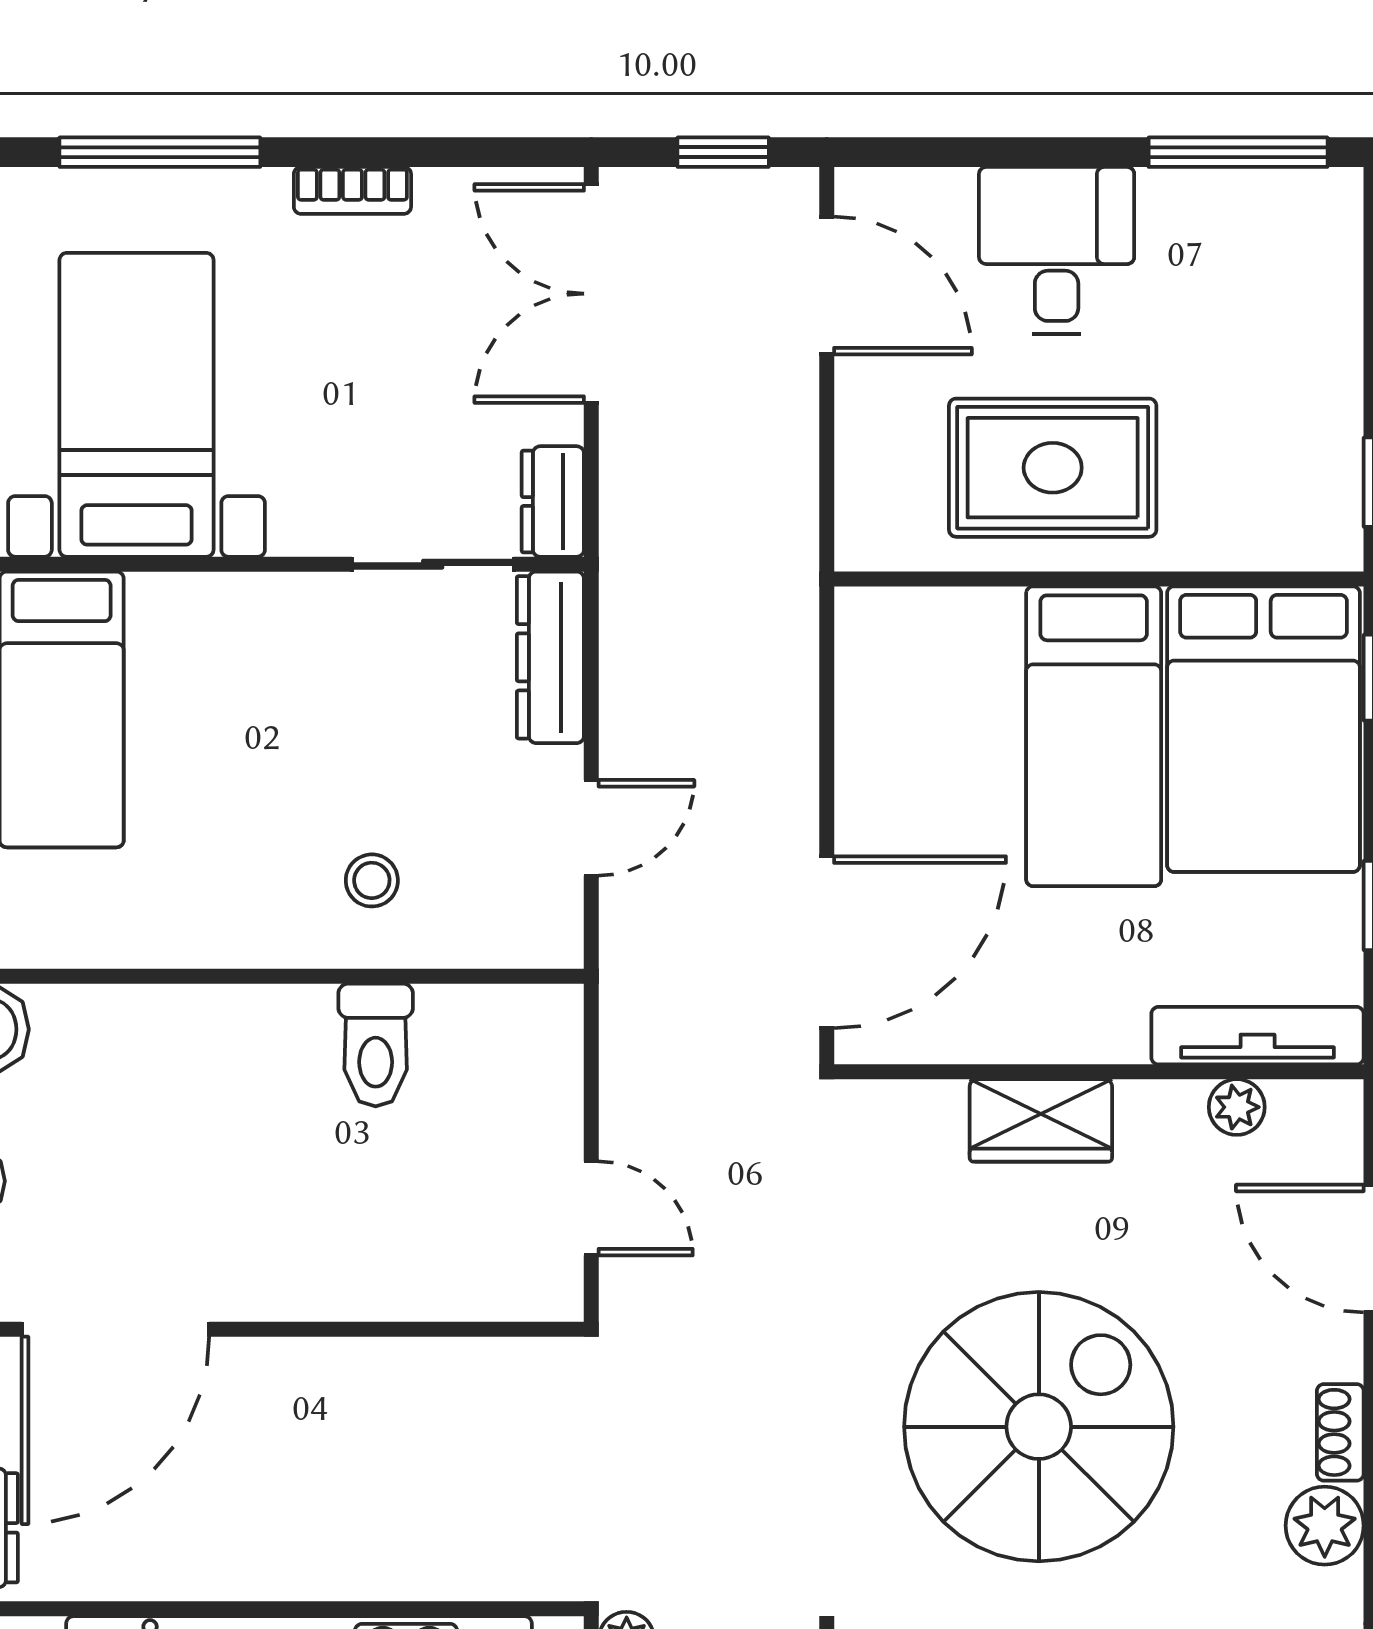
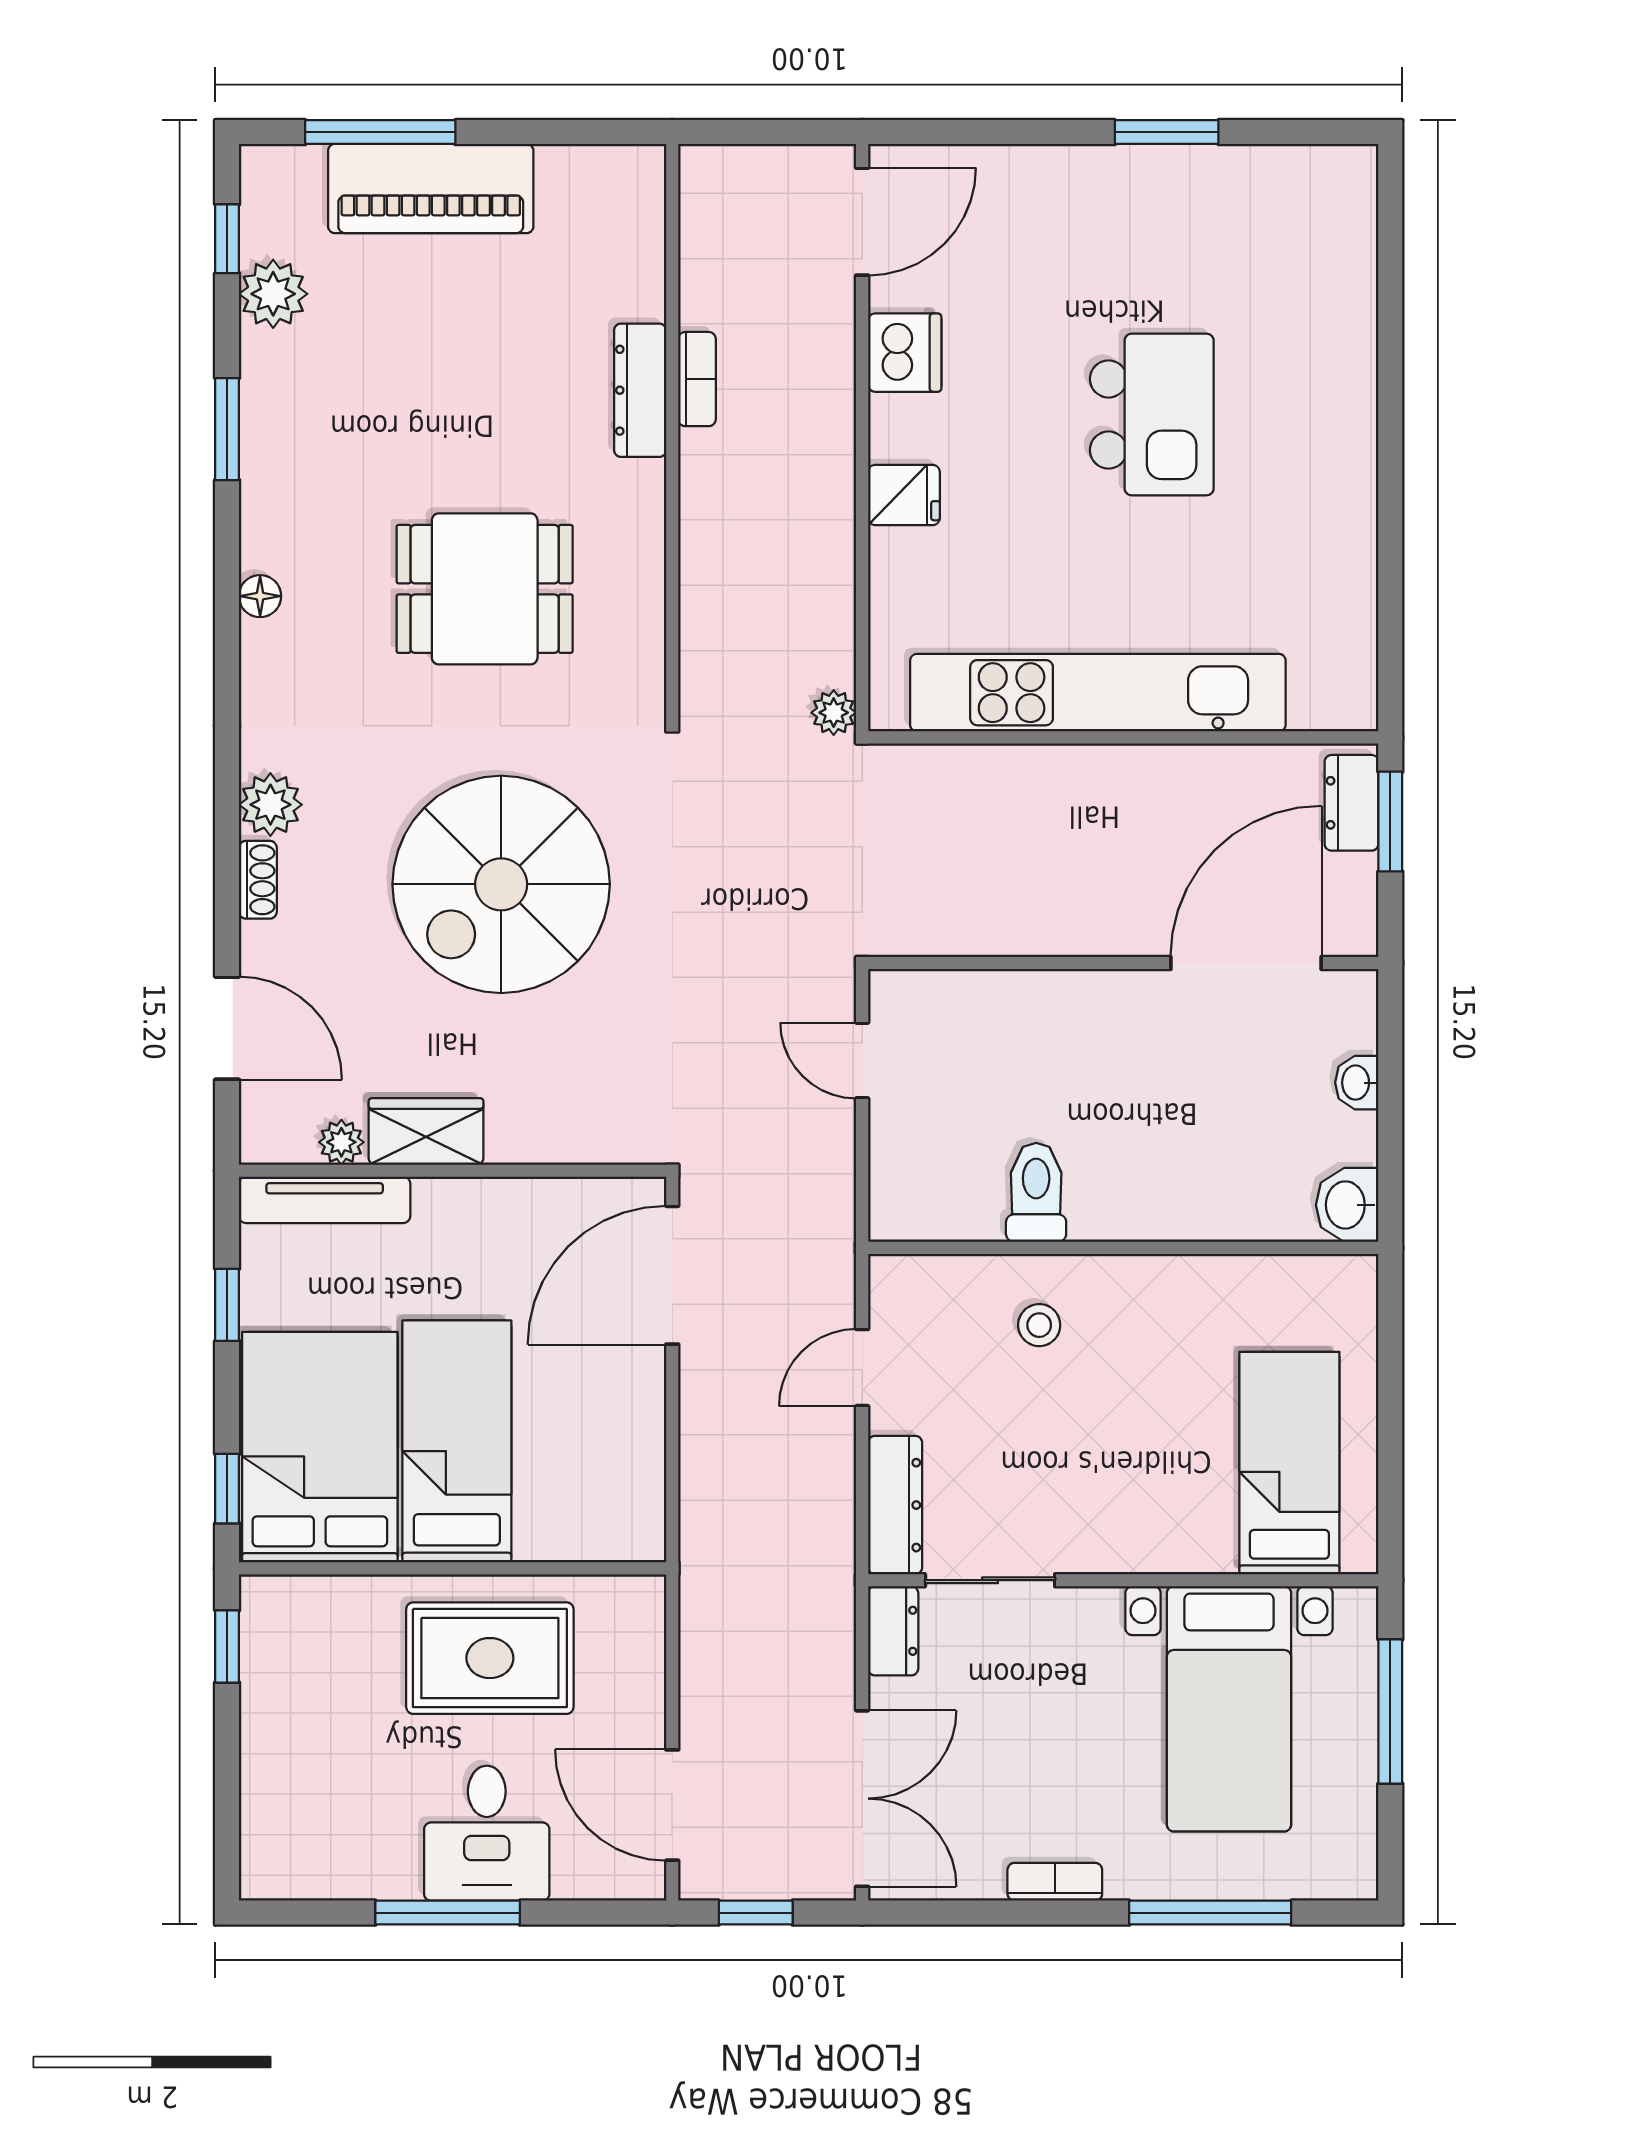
window: (1238, 152) -> (448, 1913), moved
wardrobe: (1041, 1120) -> (426, 1131), moved

